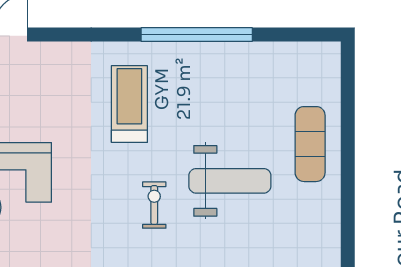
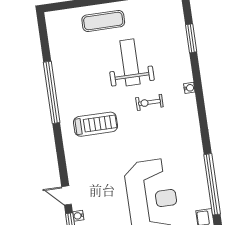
treadmill: (129, 104) -> (95, 124), turned 180

